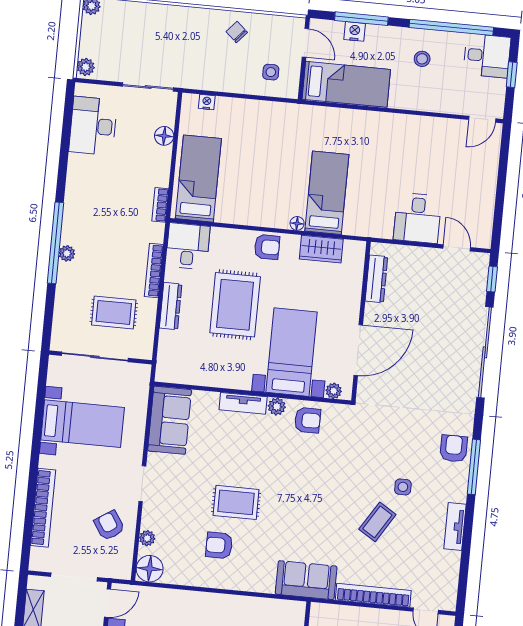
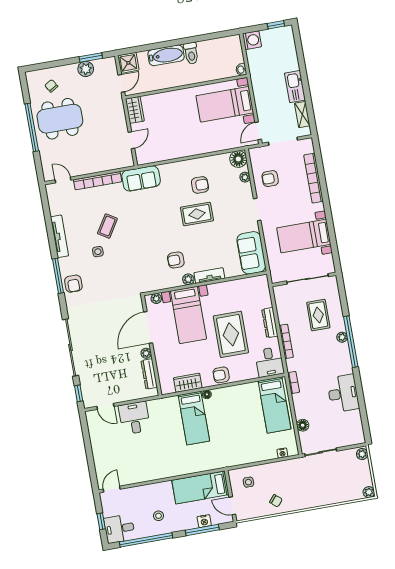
desk: (93, 126) -> (343, 393), moved
rug: (114, 312) -> (318, 315), moved, turned 90
plant: (372, 312) -> (146, 353), added
armchair: (308, 420) -> (176, 260), moved
armchair: (109, 525) -> (270, 179), turned 123
tv unit: (455, 526) -> (59, 236), width x1.41

